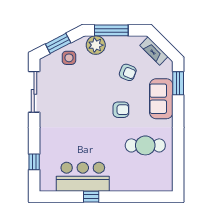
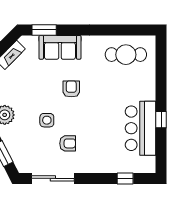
side table: (69, 58) -> (47, 120), moved
armchair: (128, 72) -> (68, 143), moved, turned 68
cafe table: (145, 145) -> (126, 55), moved, turned 90

